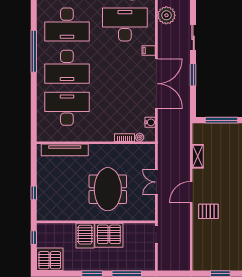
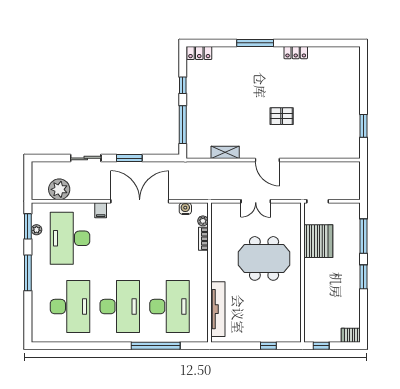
window: (34, 51) -> (156, 346), moved
desk: (67, 109) -> (169, 307), turned 180
pallet: (208, 211) -> (282, 116), moved, turned 90
server rack: (109, 235) -> (318, 241), moved
server rack: (85, 236) -> (319, 285), removed
server rack: (50, 259) -> (351, 335), width x0.46, depth x0.70

